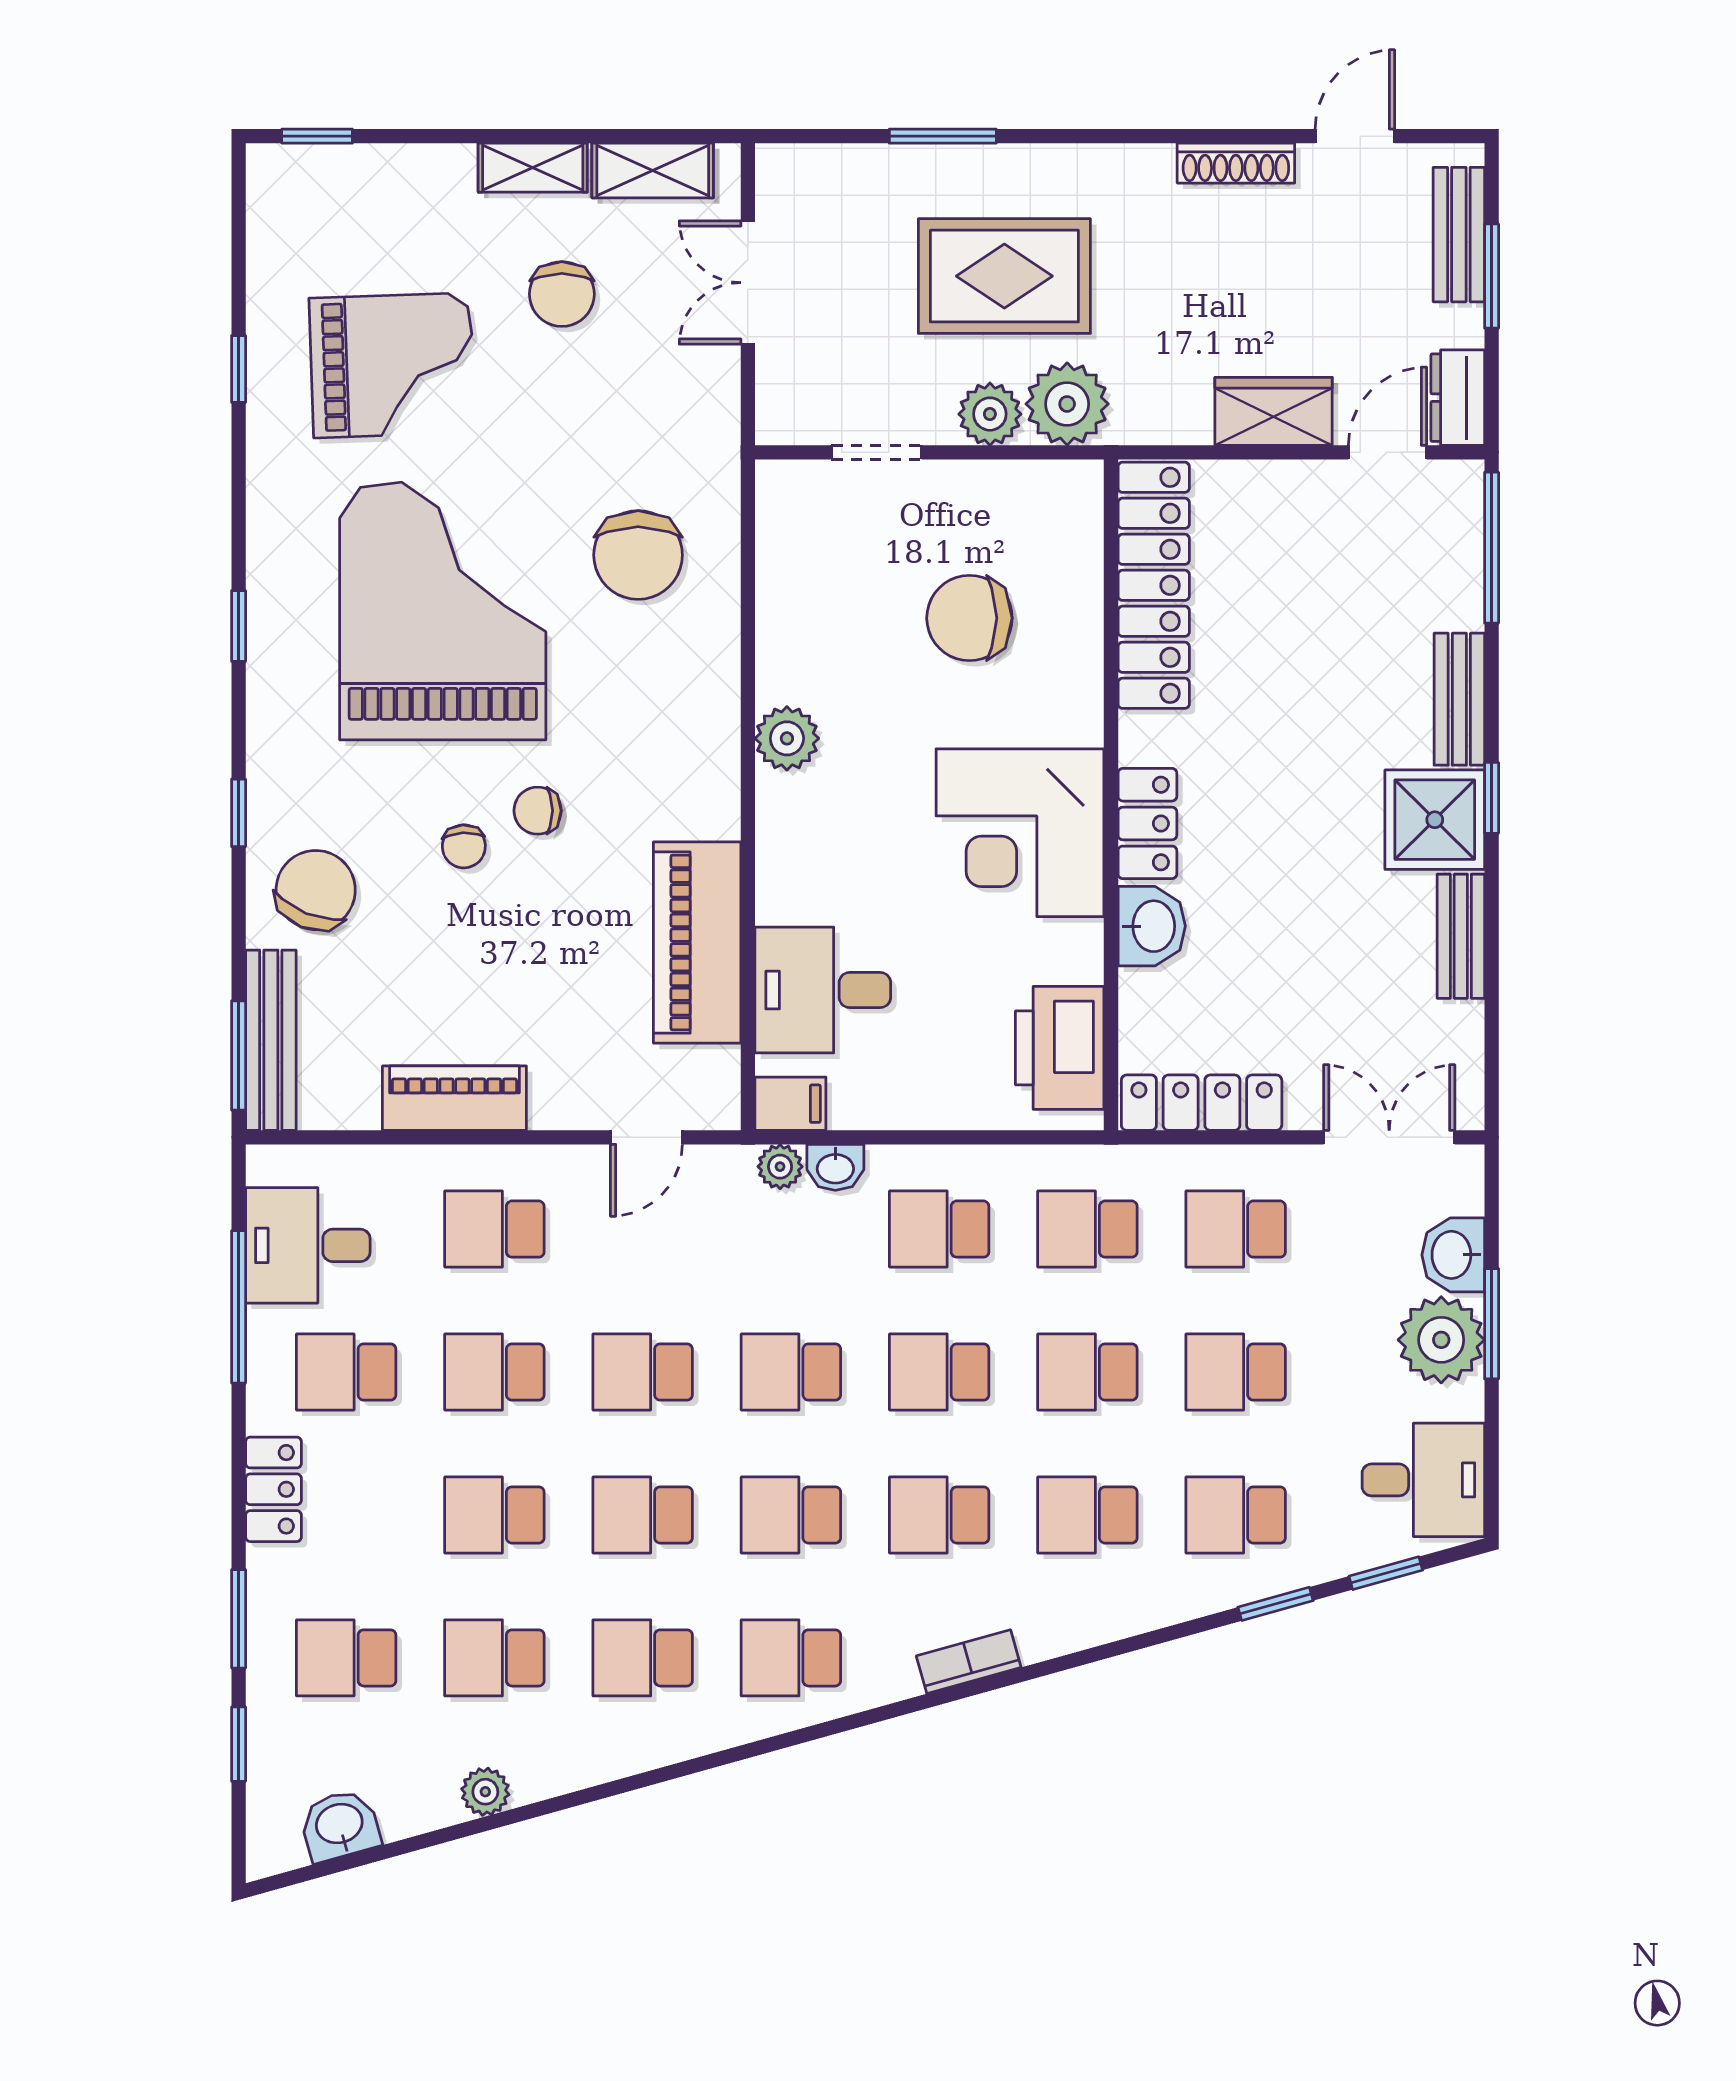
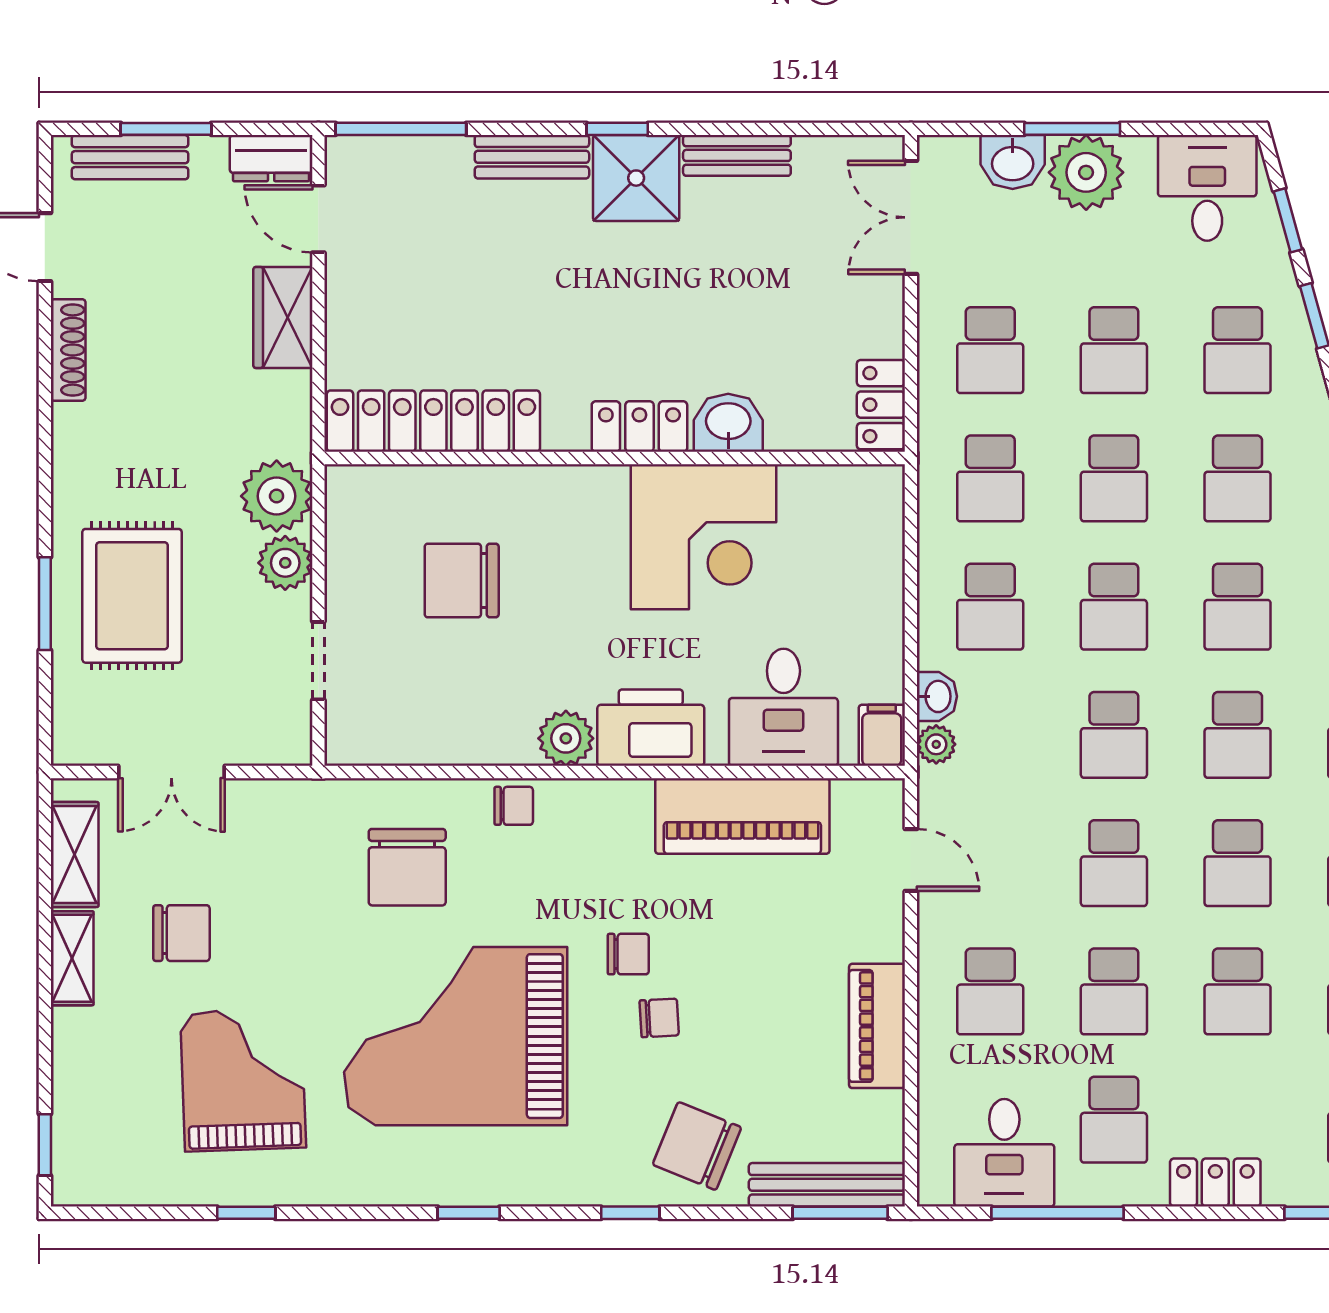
rug: (1004, 276) -> (132, 596), moved
chair: (638, 555) -> (407, 867), turned 90
chair: (969, 618) -> (462, 580), turned 90
chair: (709, 678) -> (514, 806), added
chair: (538, 811) -> (628, 954), turned -90
corner desk: (1020, 833) -> (704, 537), moved
printer: (1060, 1048) -> (651, 728), moved, turned 180
locker: (1202, 1103) -> (881, 405), width x0.66

